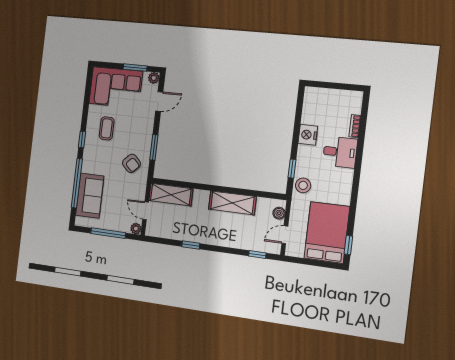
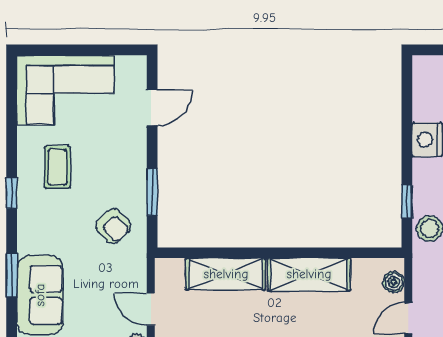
window: (135, 68) -> (98, 50), removed
plant: (154, 78) -> (136, 66), removed
window: (77, 183) -> (12, 275), width x0.47
shelving: (171, 195) -> (226, 274), moved

